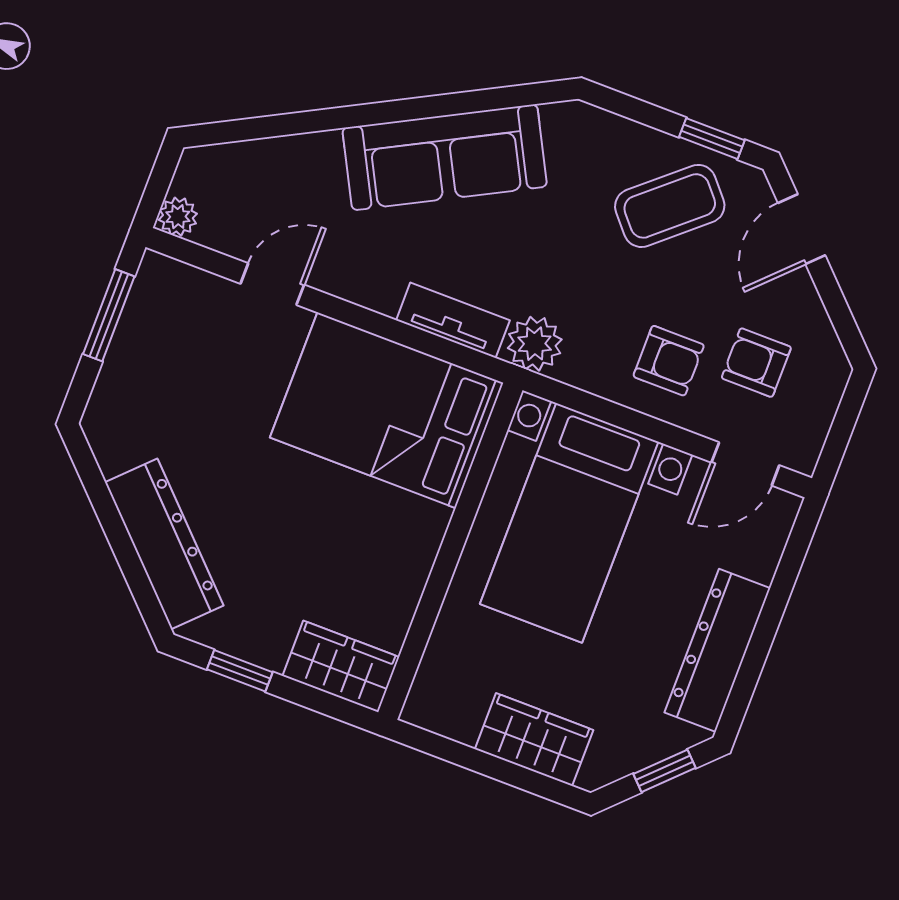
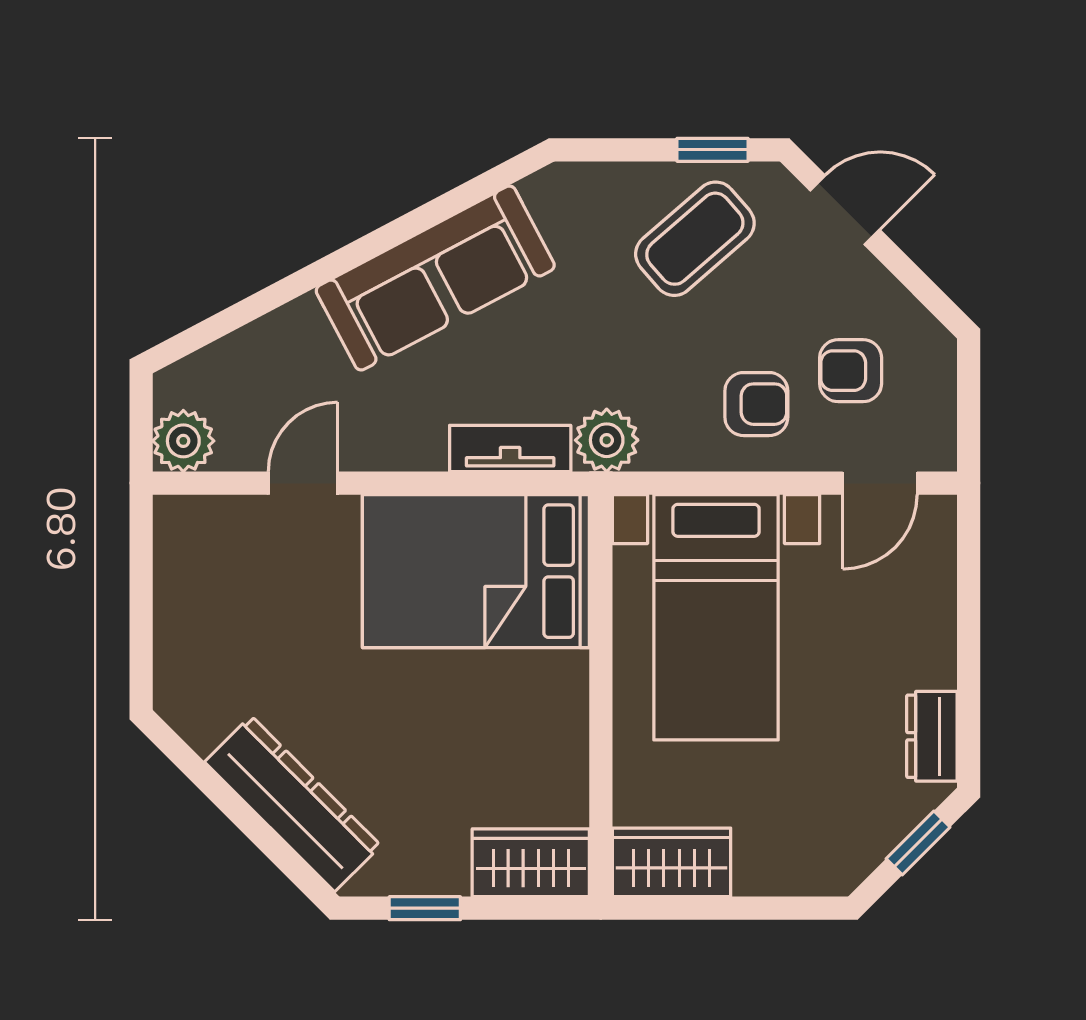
plant: (178, 217) -> (183, 441), width x1.38, depth x1.38
door: (802, 229) -> (845, 210), swing flipped
window: (109, 315) -> (141, 582), removed
dresser: (717, 650) -> (932, 736), width x0.51, depth x0.80
wardrobe: (534, 740) -> (671, 862), moved

